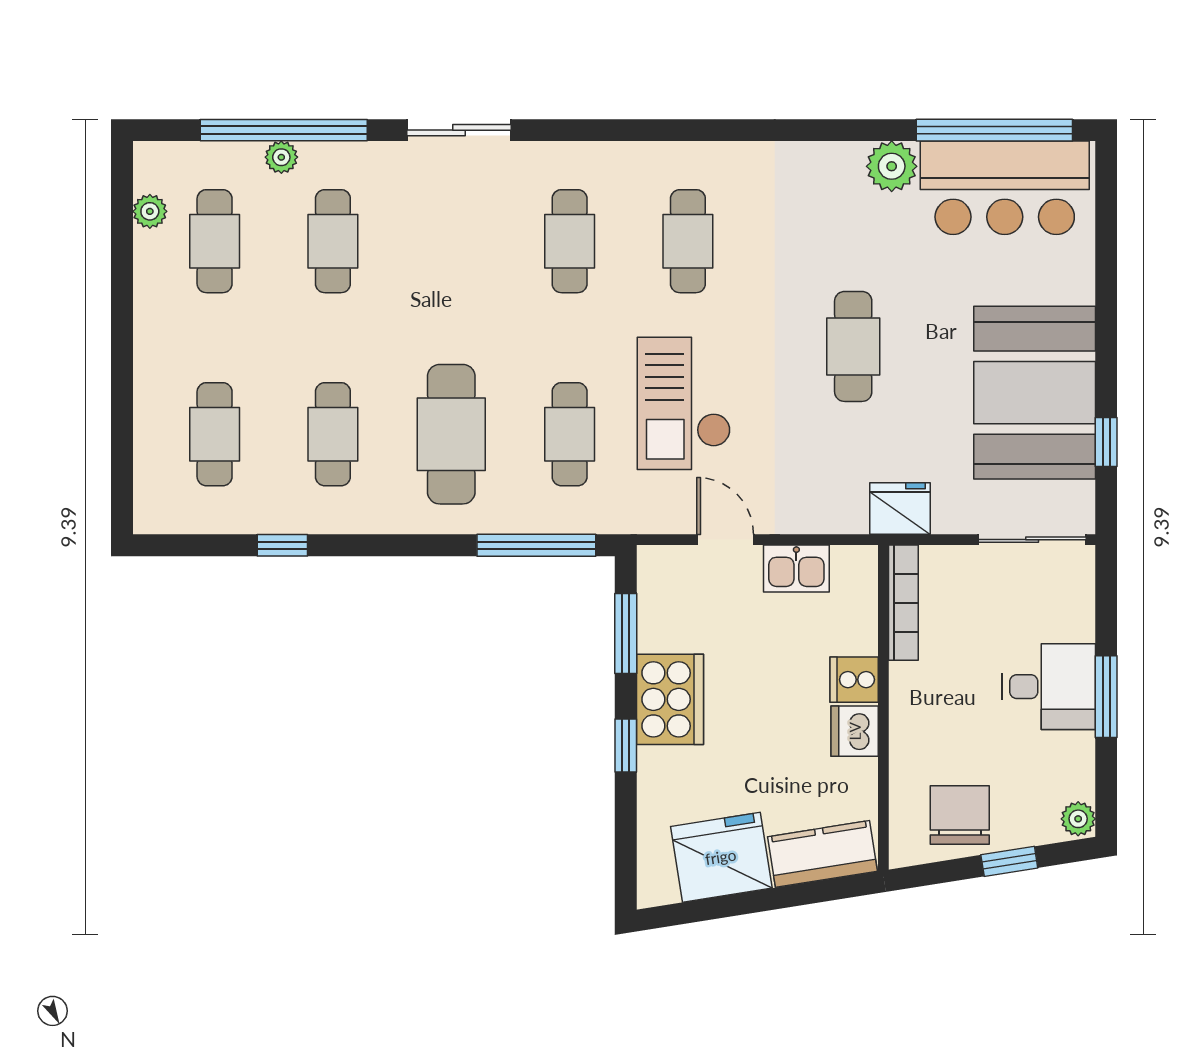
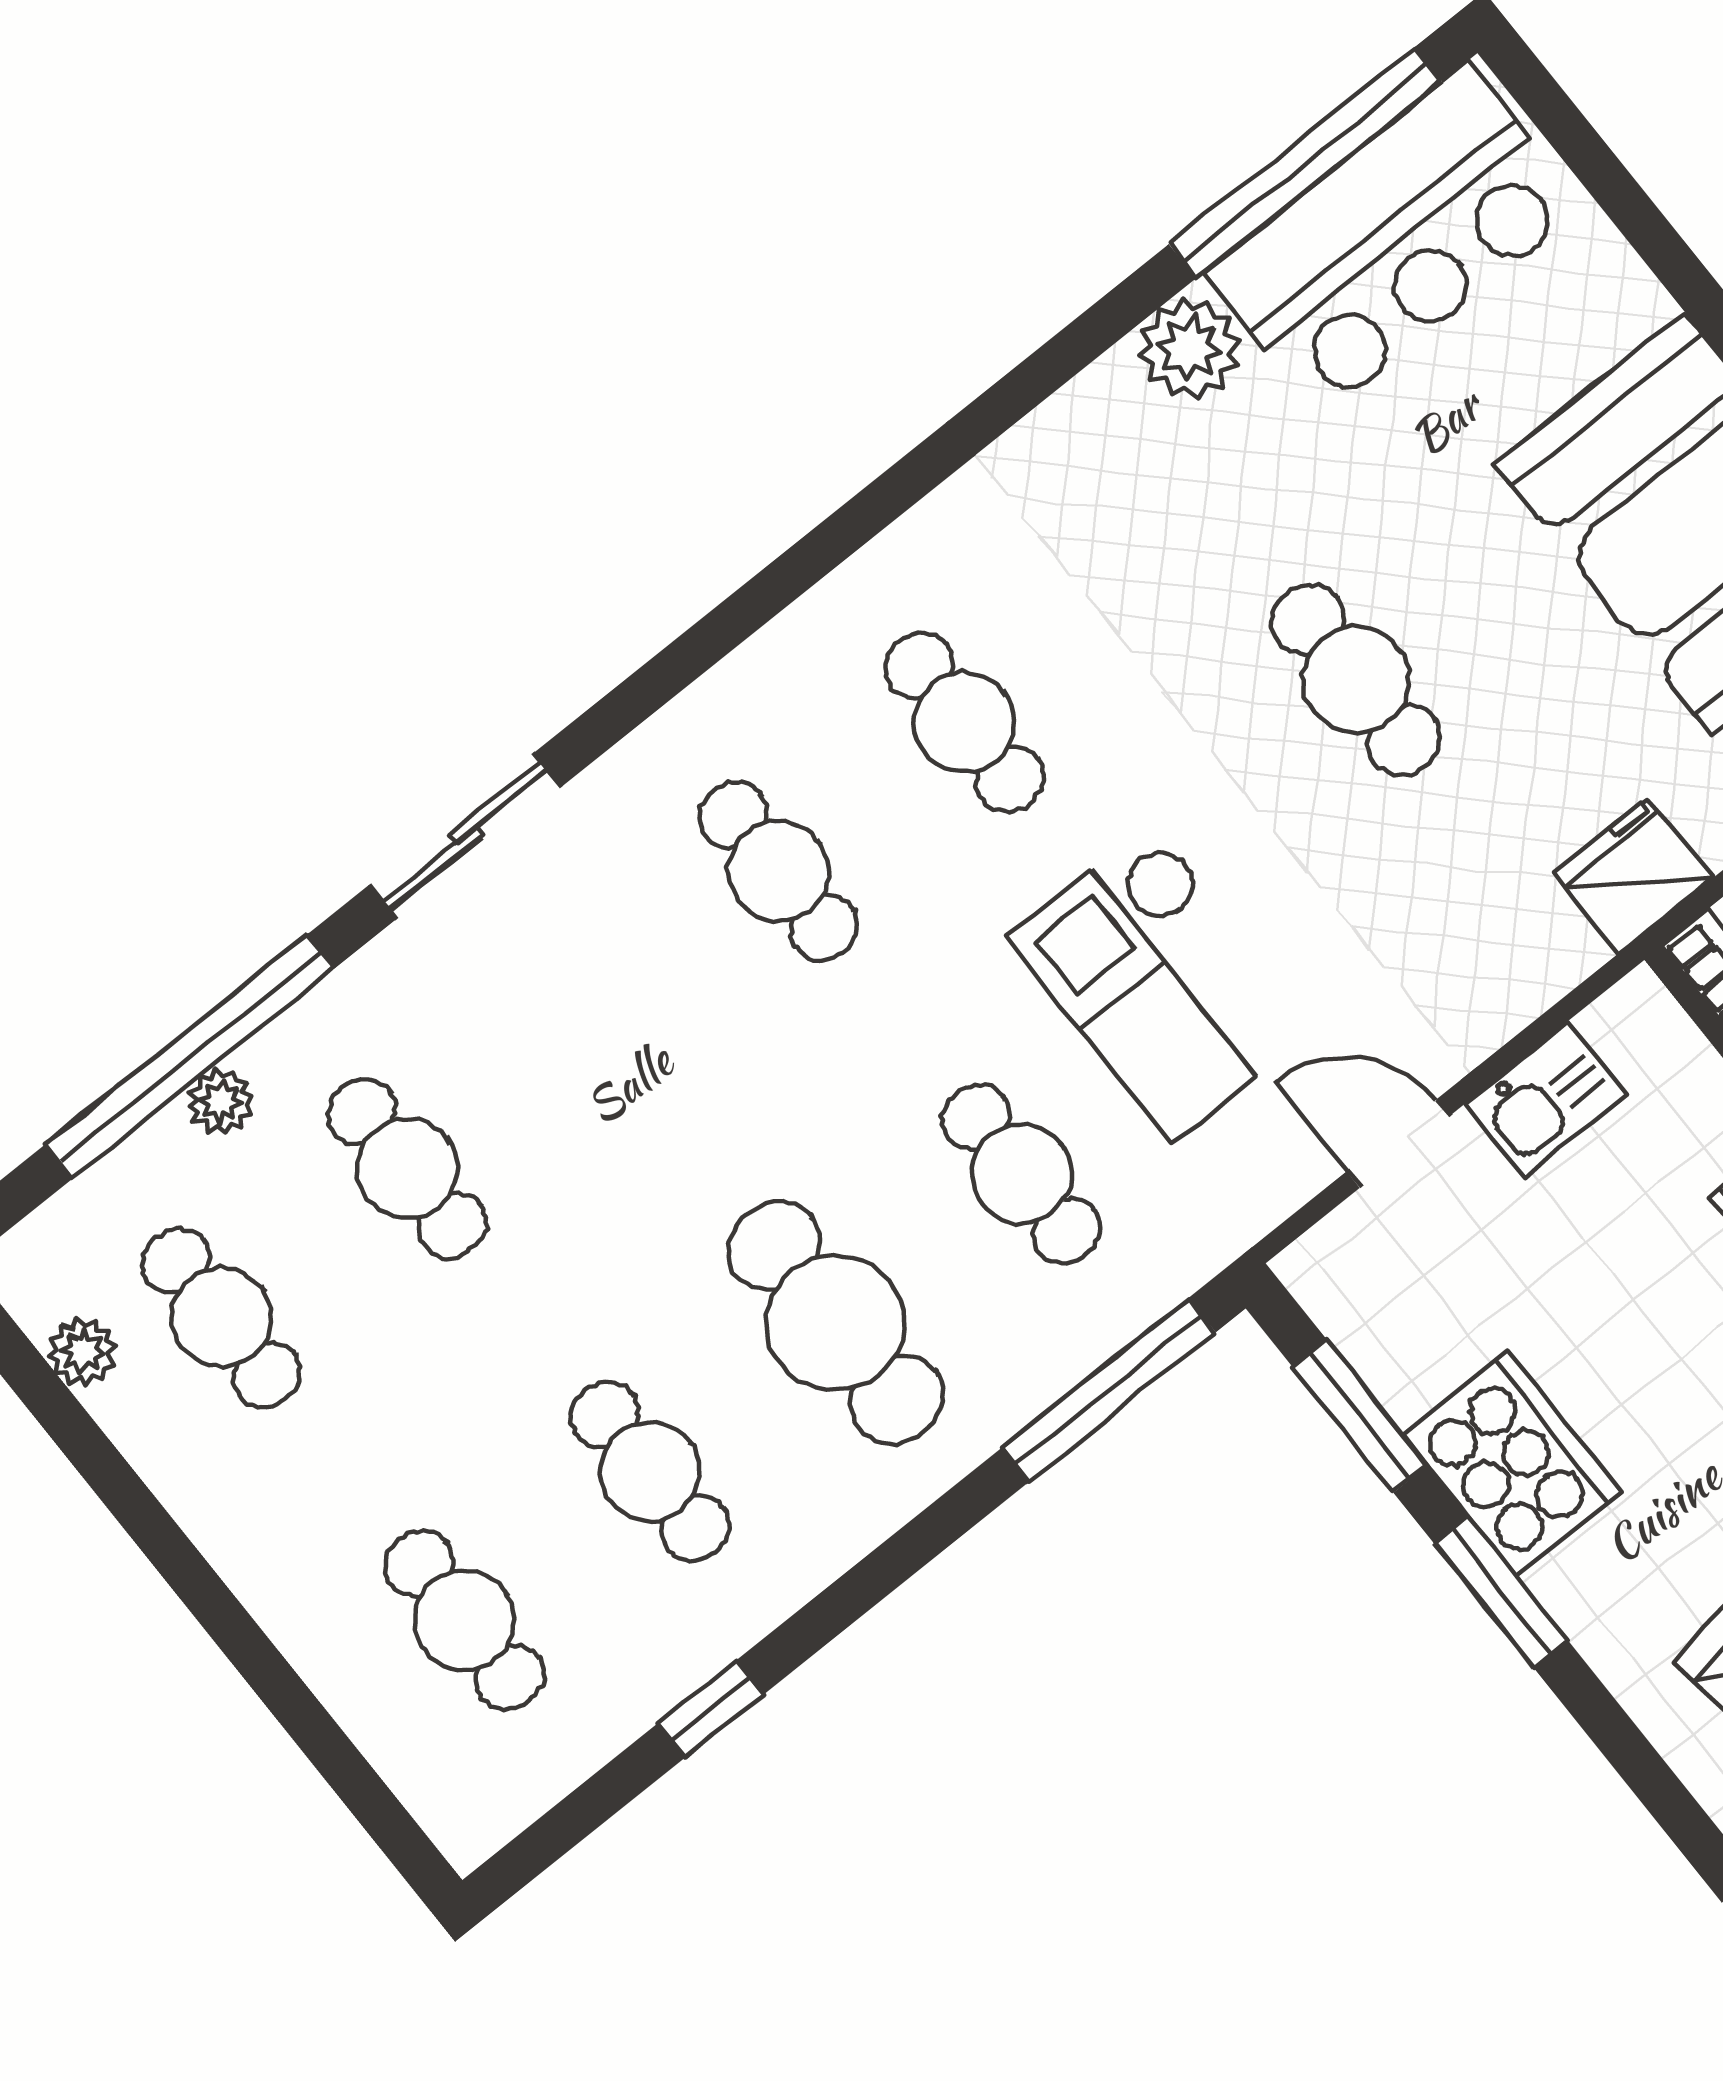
window: (626, 746) -> (1501, 1592), width x1.50

